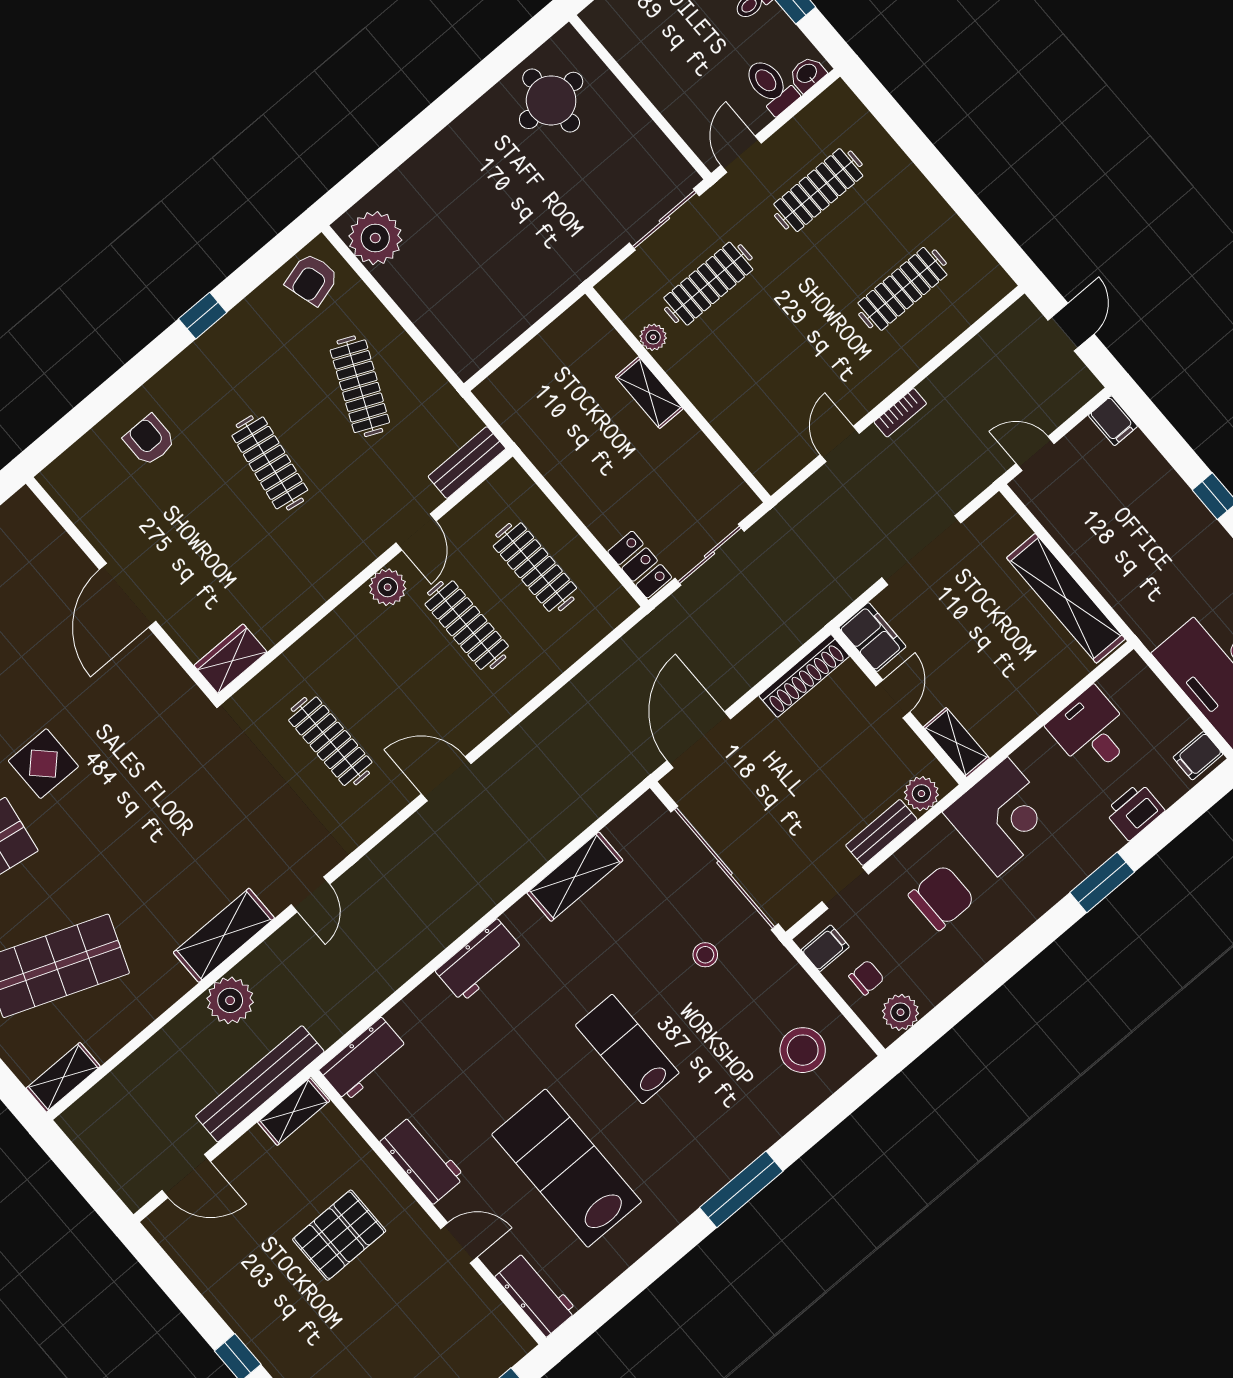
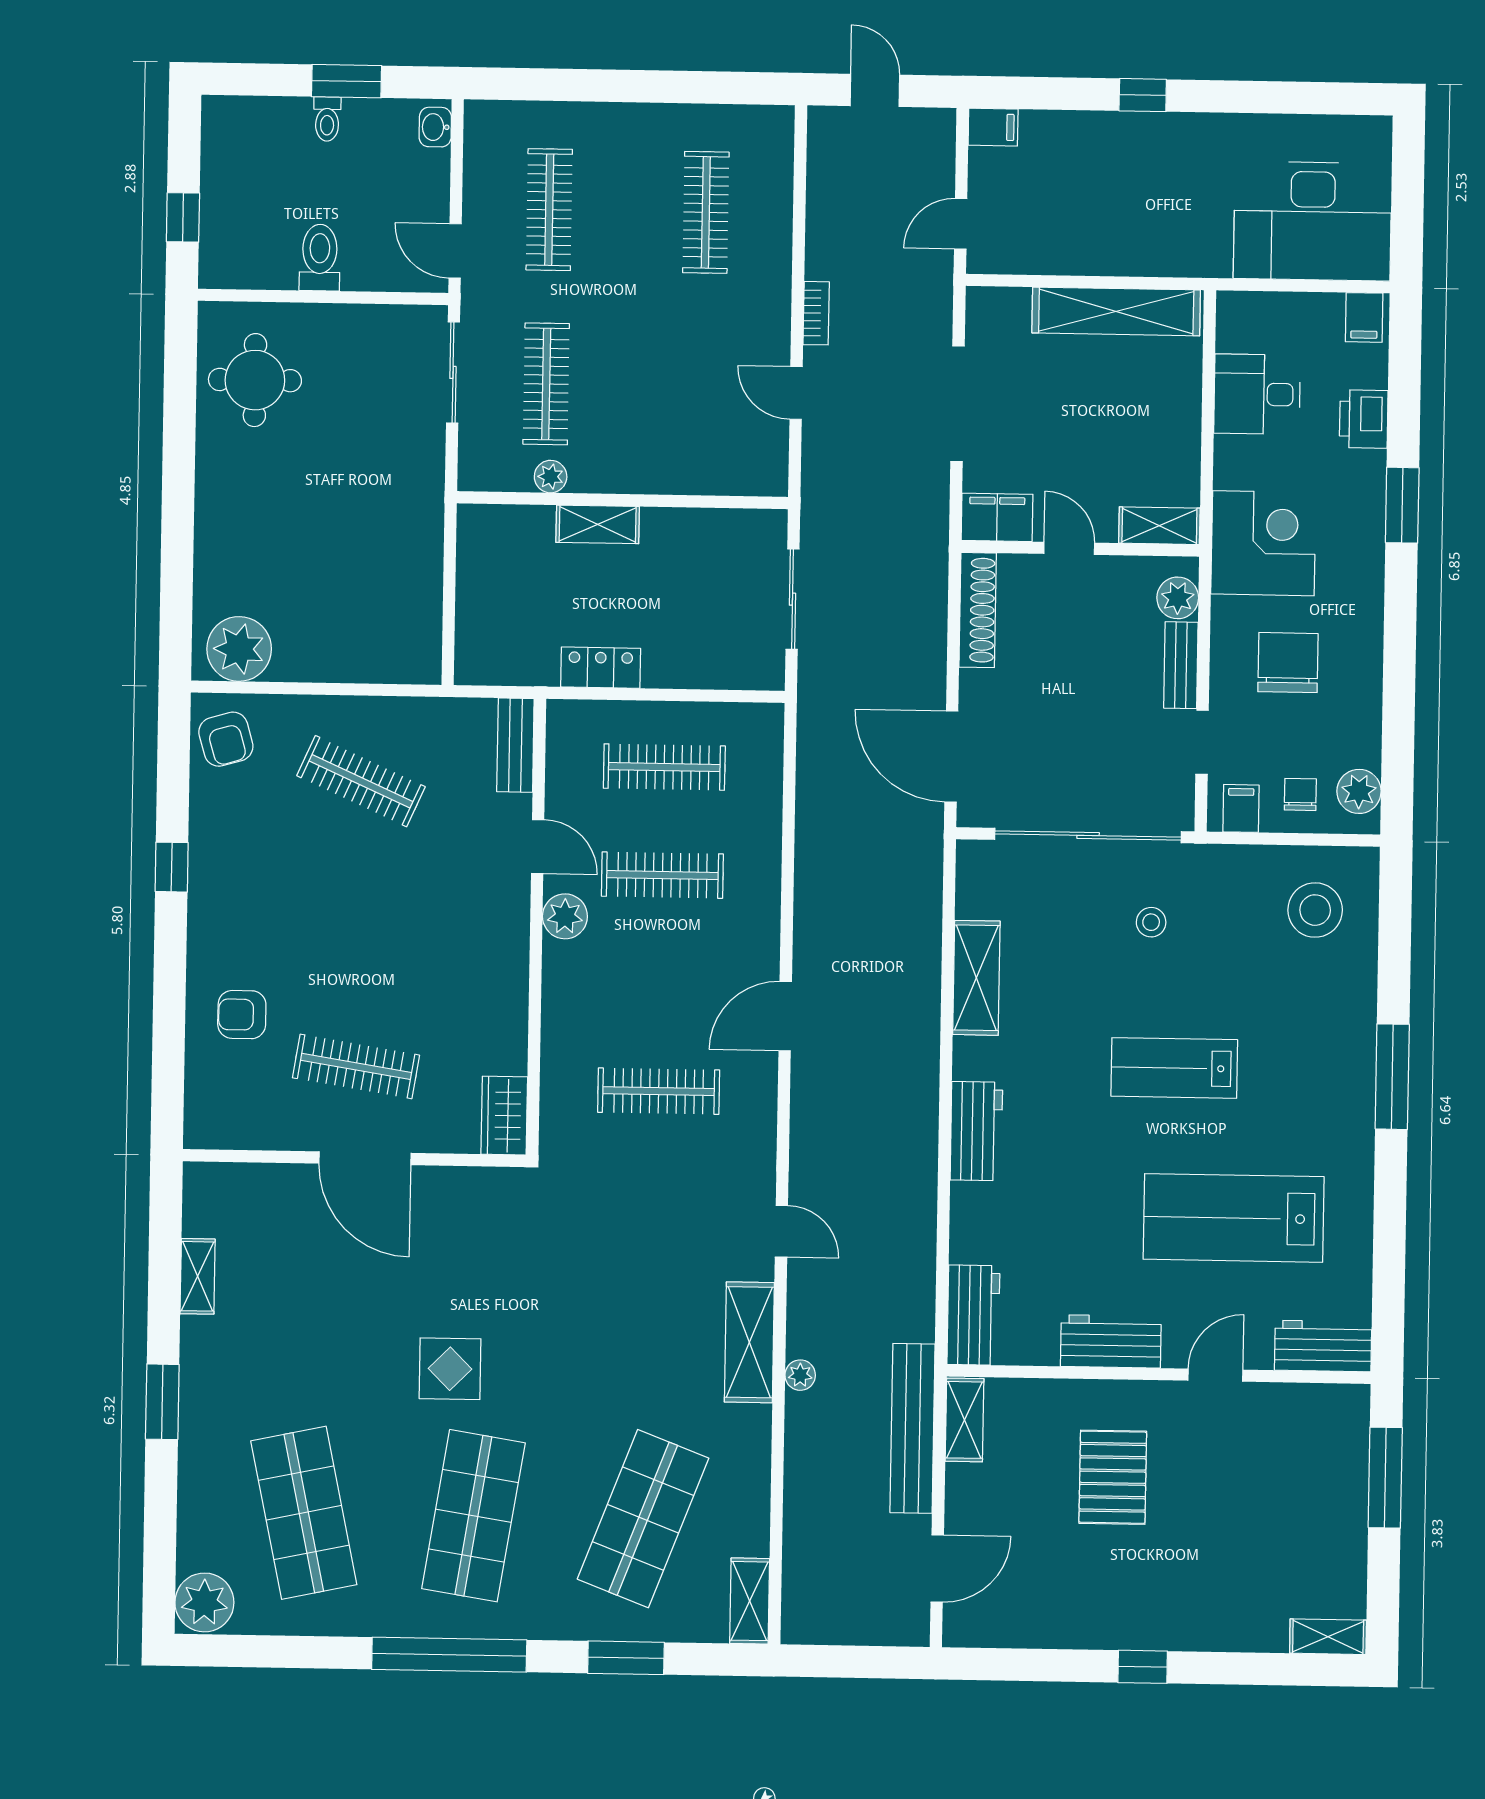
toilet: (771, 86) -> (320, 258), moved, turned 90
clothes rail: (270, 463) -> (356, 1066), moved
locker: (640, 565) -> (601, 668), moved
plant: (230, 1000) -> (800, 1375), width x0.53, depth x0.53

